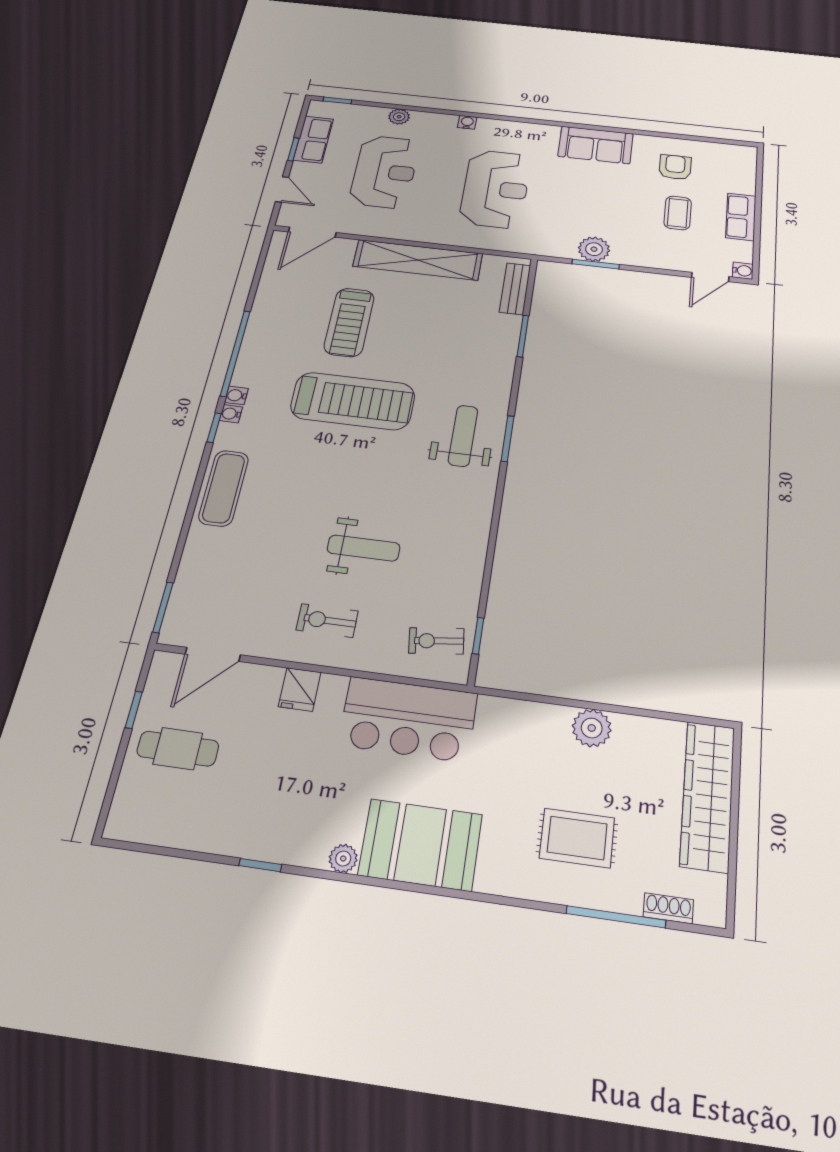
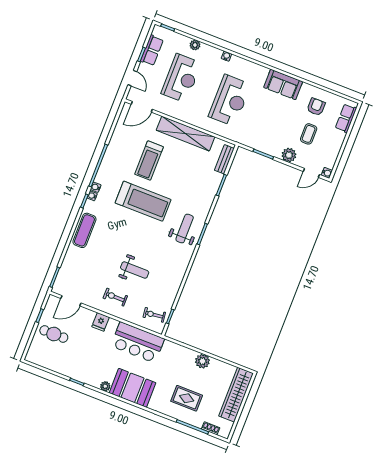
row of seats: (741, 217) -> (346, 118), moved
plant: (594, 249) -> (289, 155), moved

